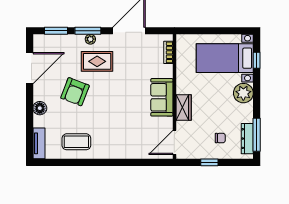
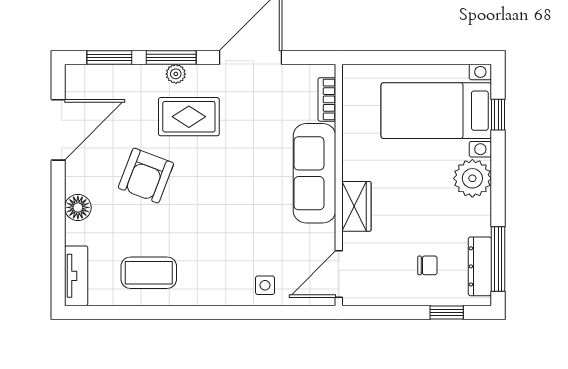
sofa: (162, 97) -> (314, 173), width x1.36
side table: (136, 148) -> (265, 285), added
window: (209, 162) -> (447, 313), moved

